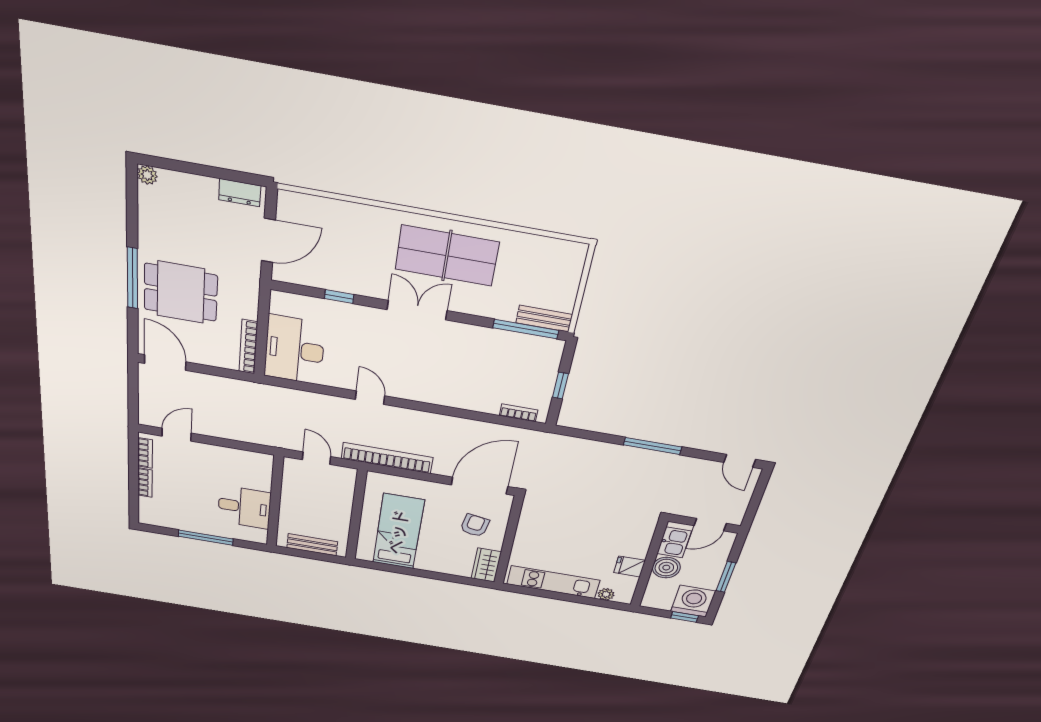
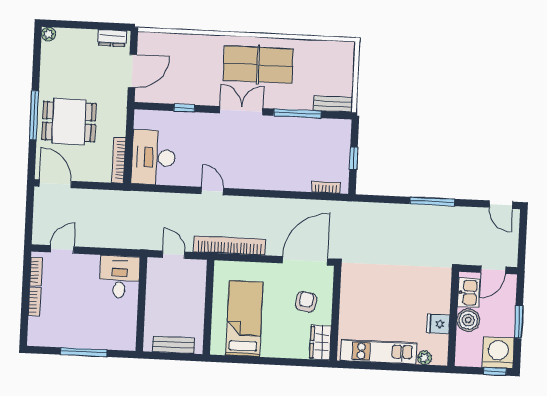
window: (526, 329) -> (297, 113), moved
desk: (244, 507) -> (119, 277), moved, turned -90

